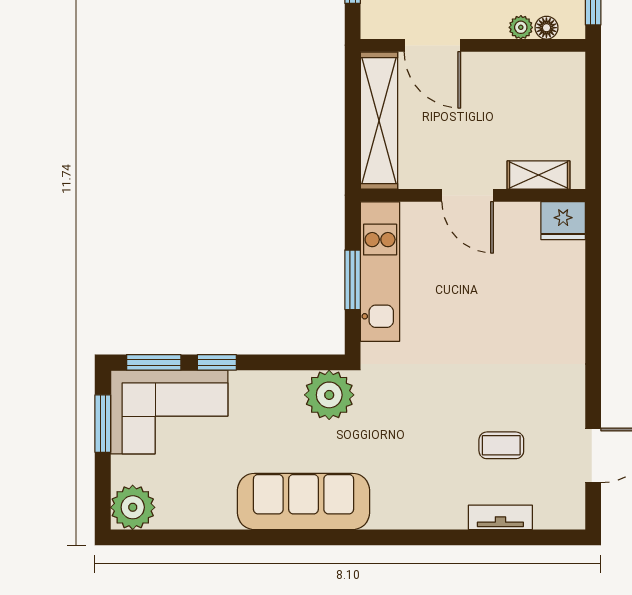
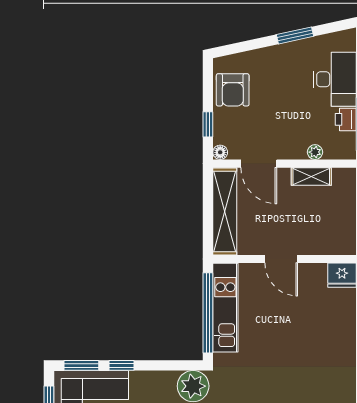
floor lamp: (546, 28) -> (220, 152), moved
shelving: (538, 175) -> (311, 177), moved
window: (353, 280) -> (208, 313), width x2.11

